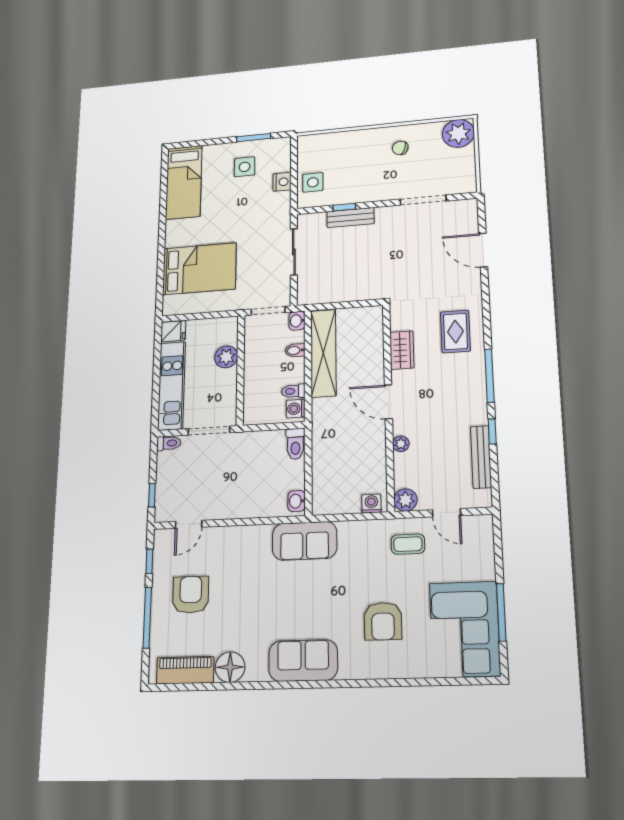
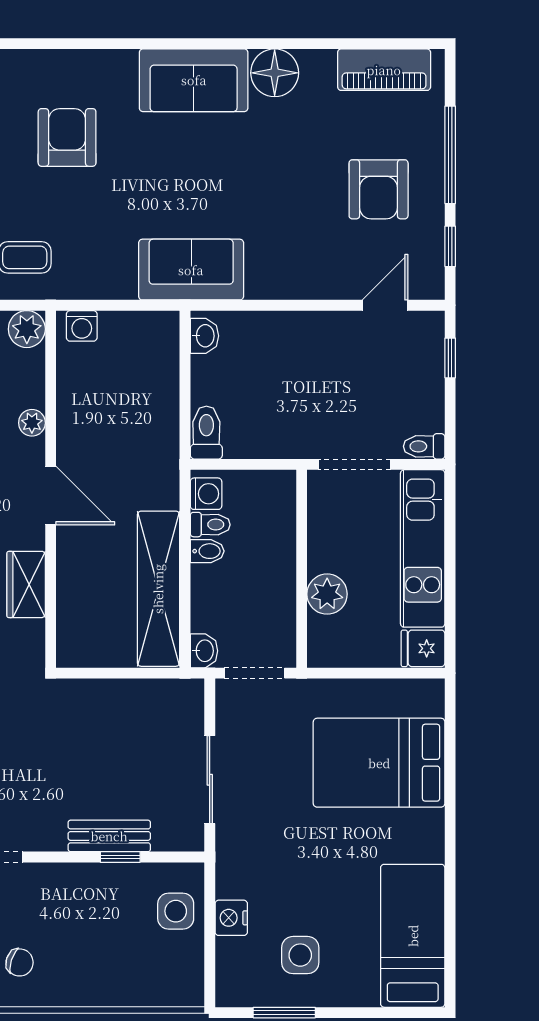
bidet: (295, 350) -> (207, 551), moved
floor lamp: (230, 667) -> (275, 73), moved

